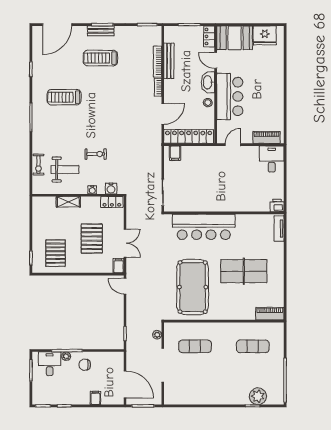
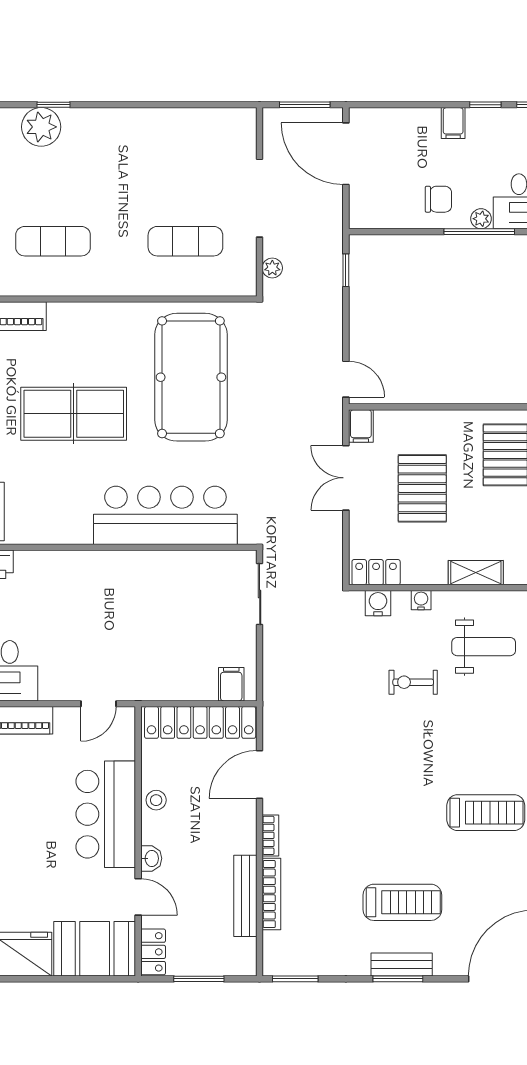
washbasin: (208, 82) -> (151, 858), width x0.52, depth x0.69
weight bench: (65, 170) -> (484, 647), turned 180
filing cabinet: (95, 398) -> (453, 123), moved

